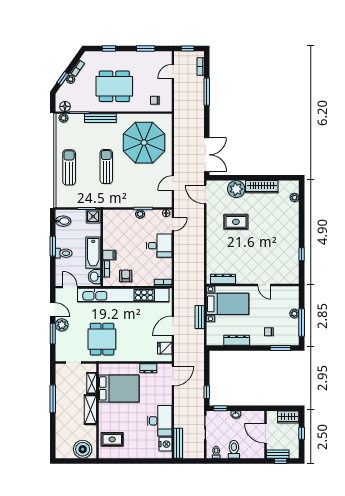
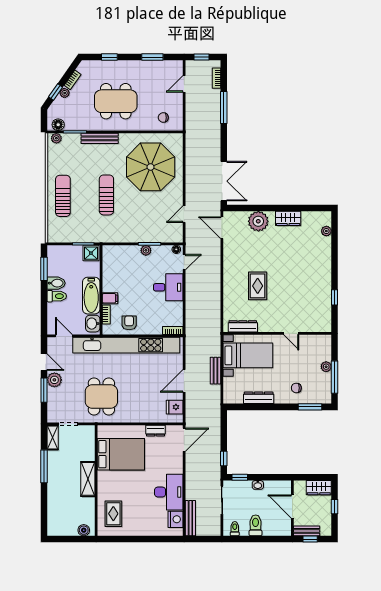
wardrobe: (262, 187) -> (288, 218), width x0.67
bidet: (63, 221) -> (56, 283), moved
rug: (236, 222) -> (258, 286), moved, turned 90
window: (53, 246) -> (44, 269), moved
shelving: (92, 383) -> (53, 438), moved
rug: (112, 439) -> (113, 514), turned 90
boiler: (83, 449) -> (84, 530), width x0.54, depth x0.54

